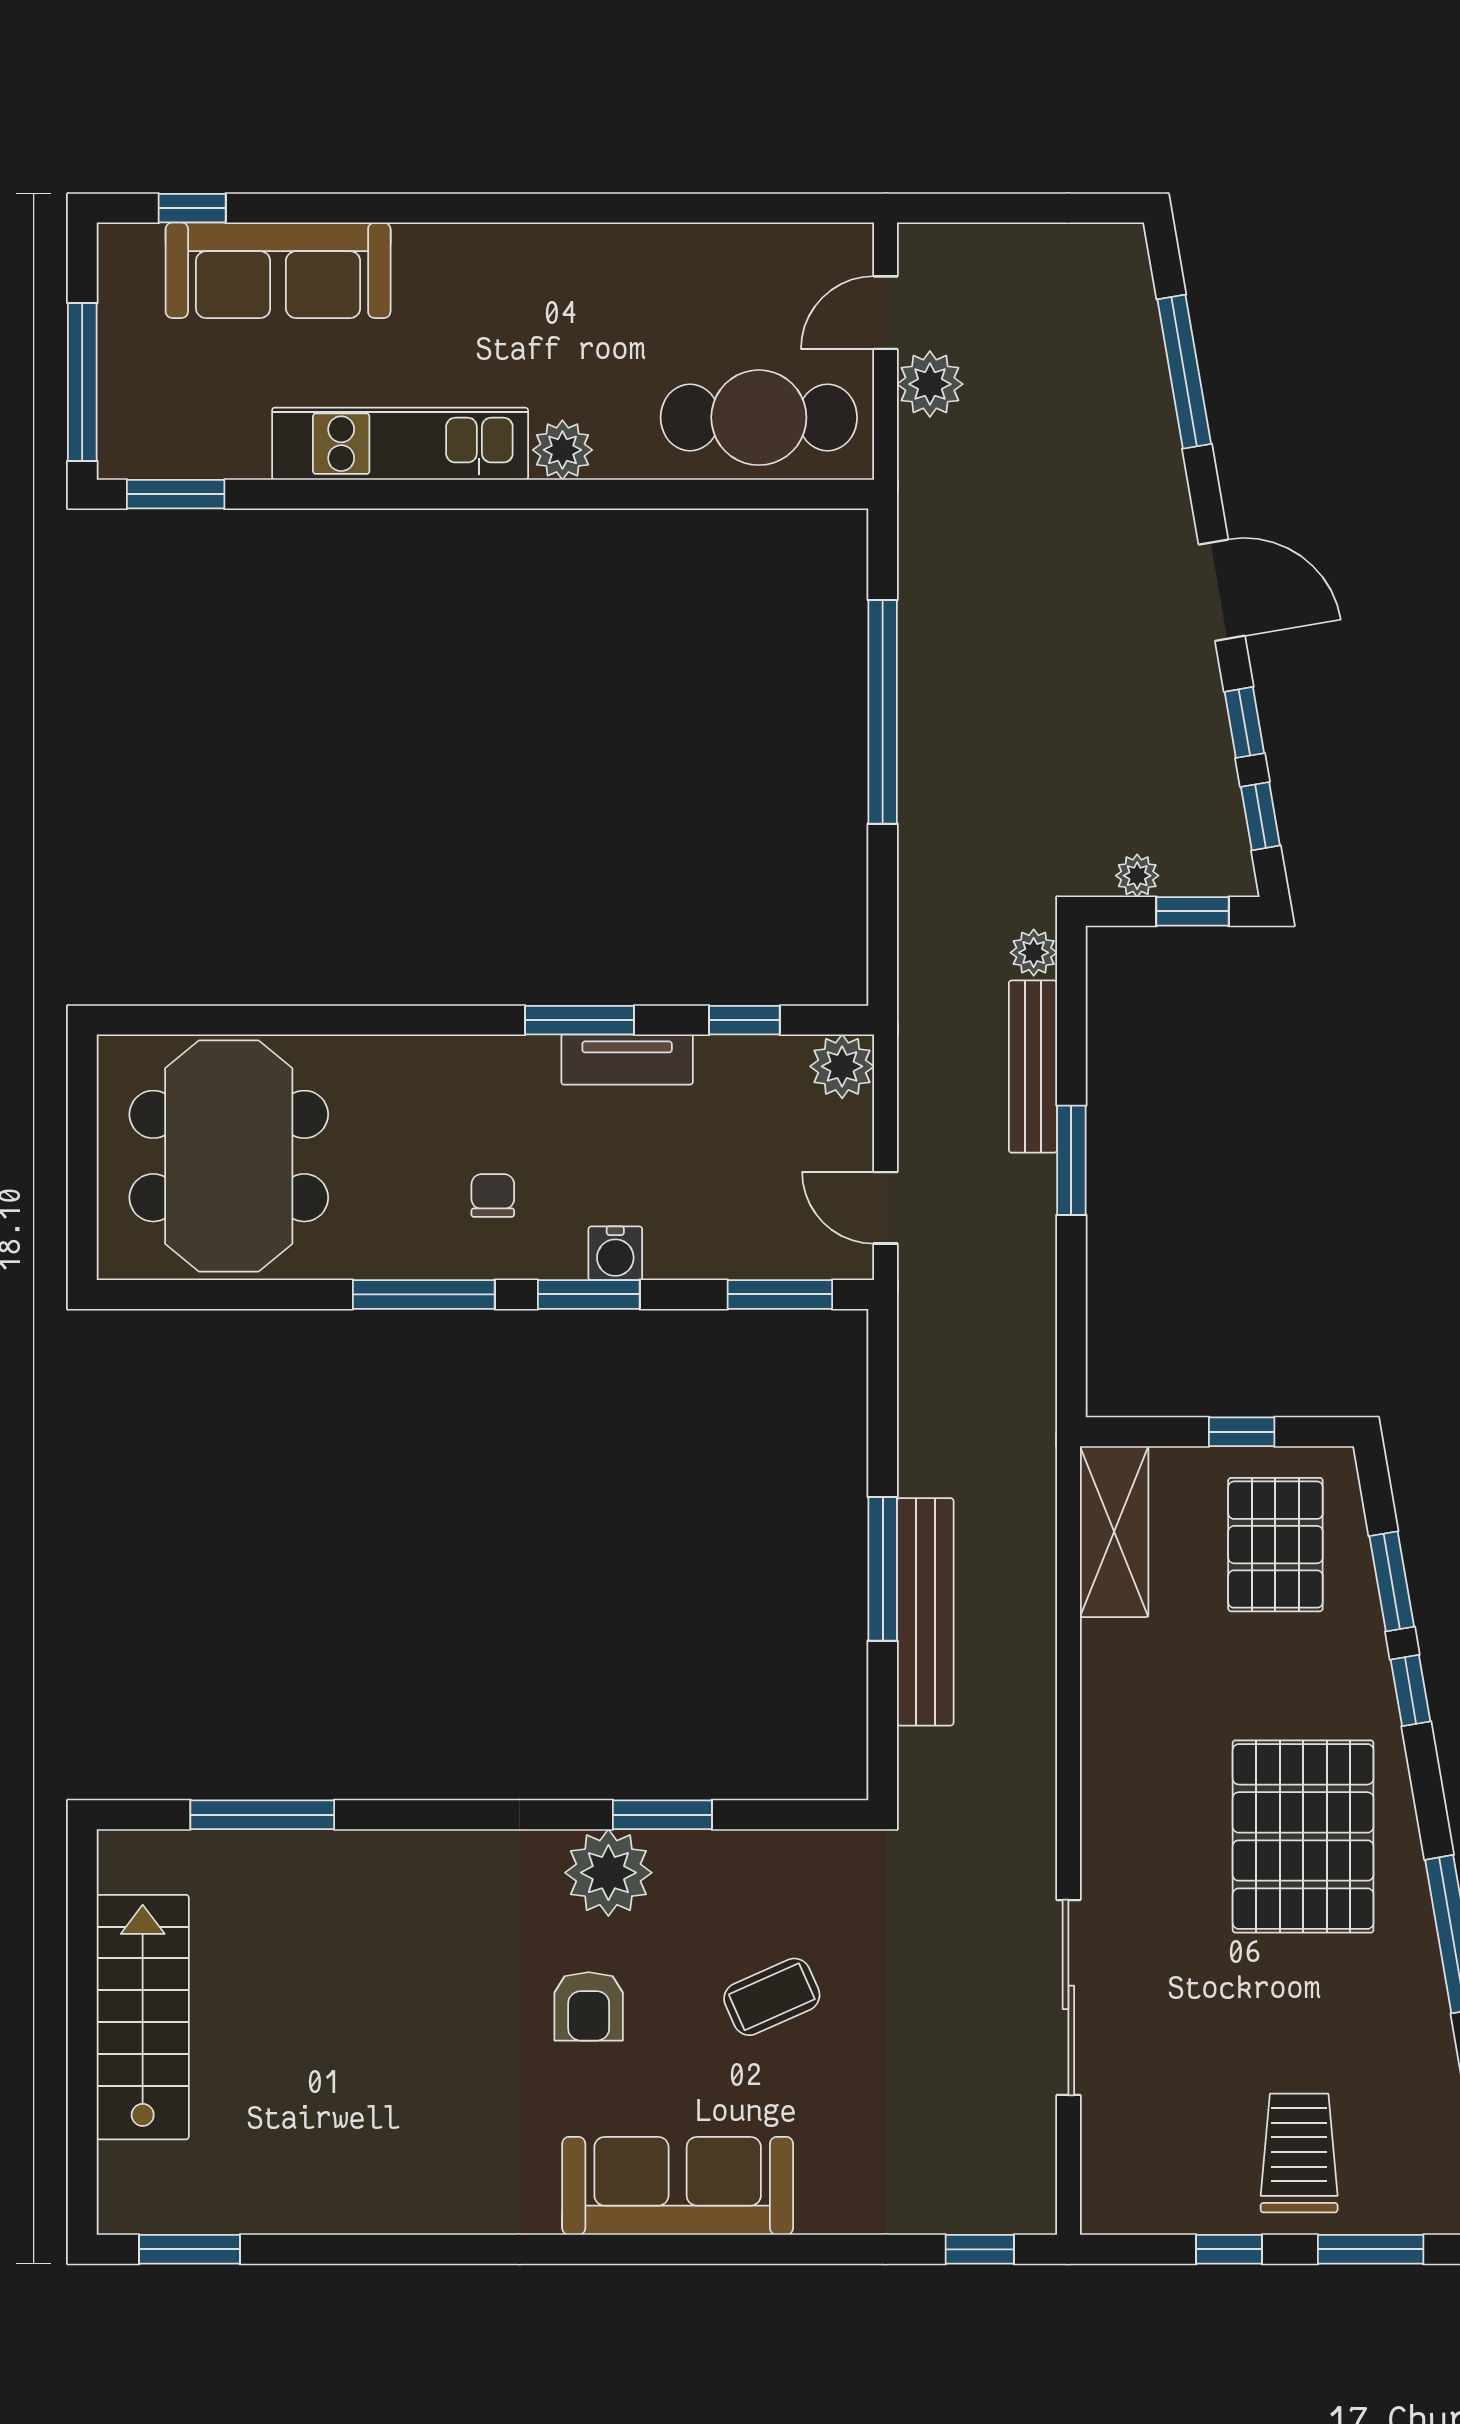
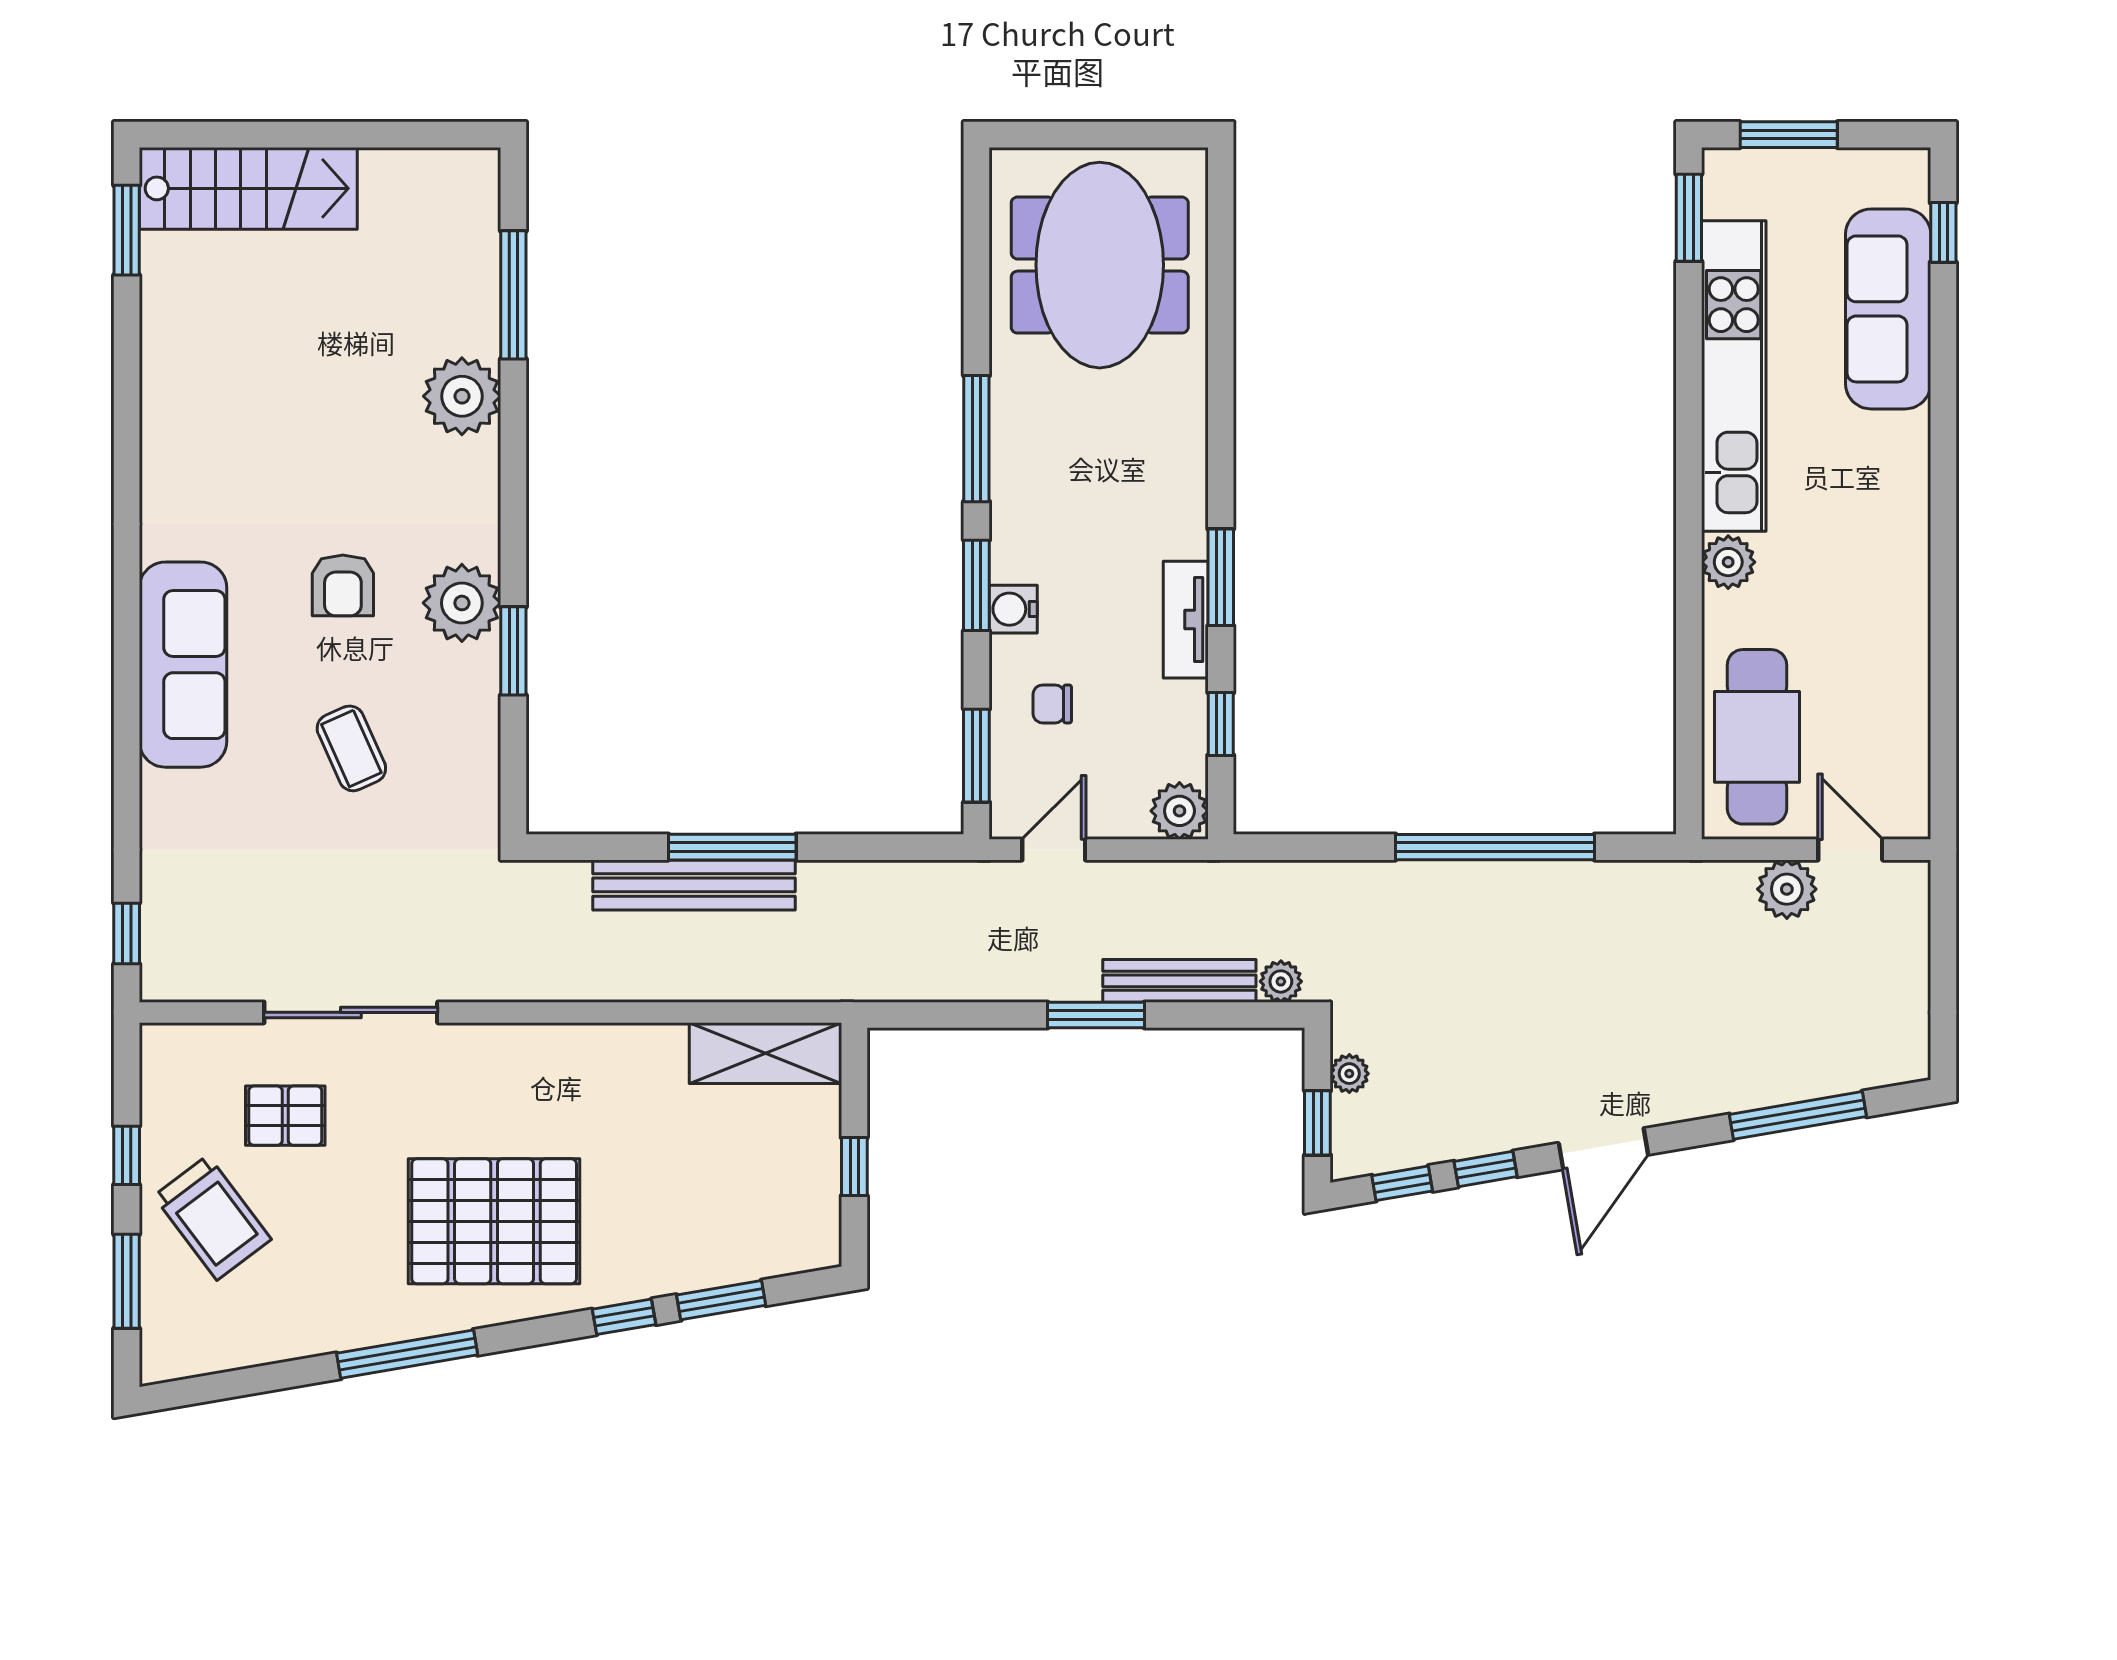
window: (82, 382) -> (1789, 135), width x0.69
kitchen unit: (400, 444) -> (1734, 376), width x1.36
meeting table: (229, 1156) -> (1100, 265), turned 90
chair: (493, 1195) -> (1052, 704), moved, turned 180
pallet: (1275, 1545) -> (285, 1116), moved, width x0.67, depth x0.71
plant: (376, 1873) -> (462, 396), added
armchair: (589, 2006) -> (343, 585), turned -90
stairs: (143, 2017) -> (248, 188), moved
trolley: (1299, 2153) -> (212, 1218), turned 53

